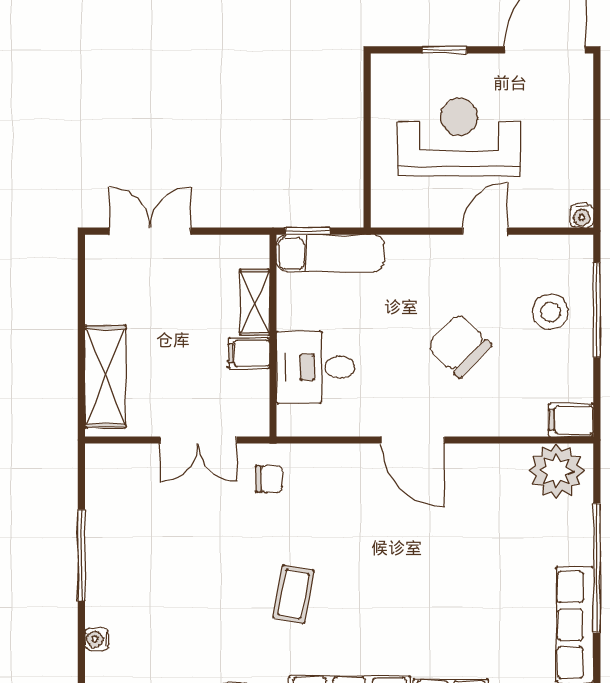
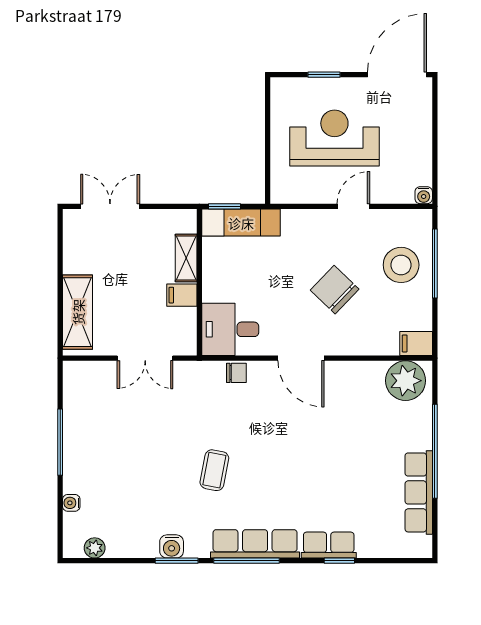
stool: (550, 312) -> (401, 265), width x1.38, depth x1.38
desk: (315, 367) -> (230, 329), moved
chair: (269, 479) -> (236, 373), moved

